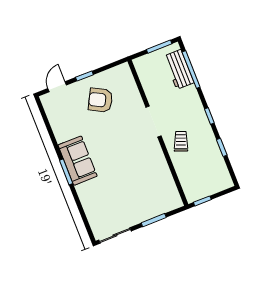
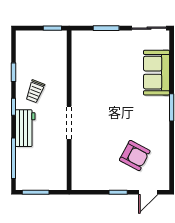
workbench: (179, 69) -> (25, 128), moved
armchair: (100, 100) -> (135, 156), moved
trolley: (181, 141) -> (35, 91), moved
sofa: (78, 161) -> (157, 73), moved

